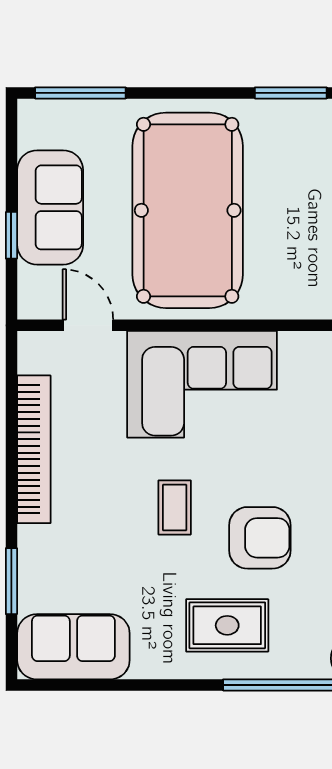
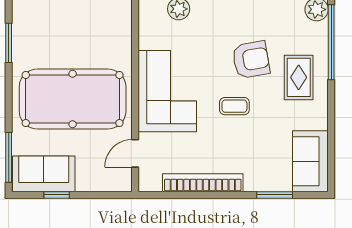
sofa: (50, 207) -> (44, 174), moved
window: (11, 235) -> (57, 195), moved
armchair: (260, 538) -> (251, 60), turned 80

